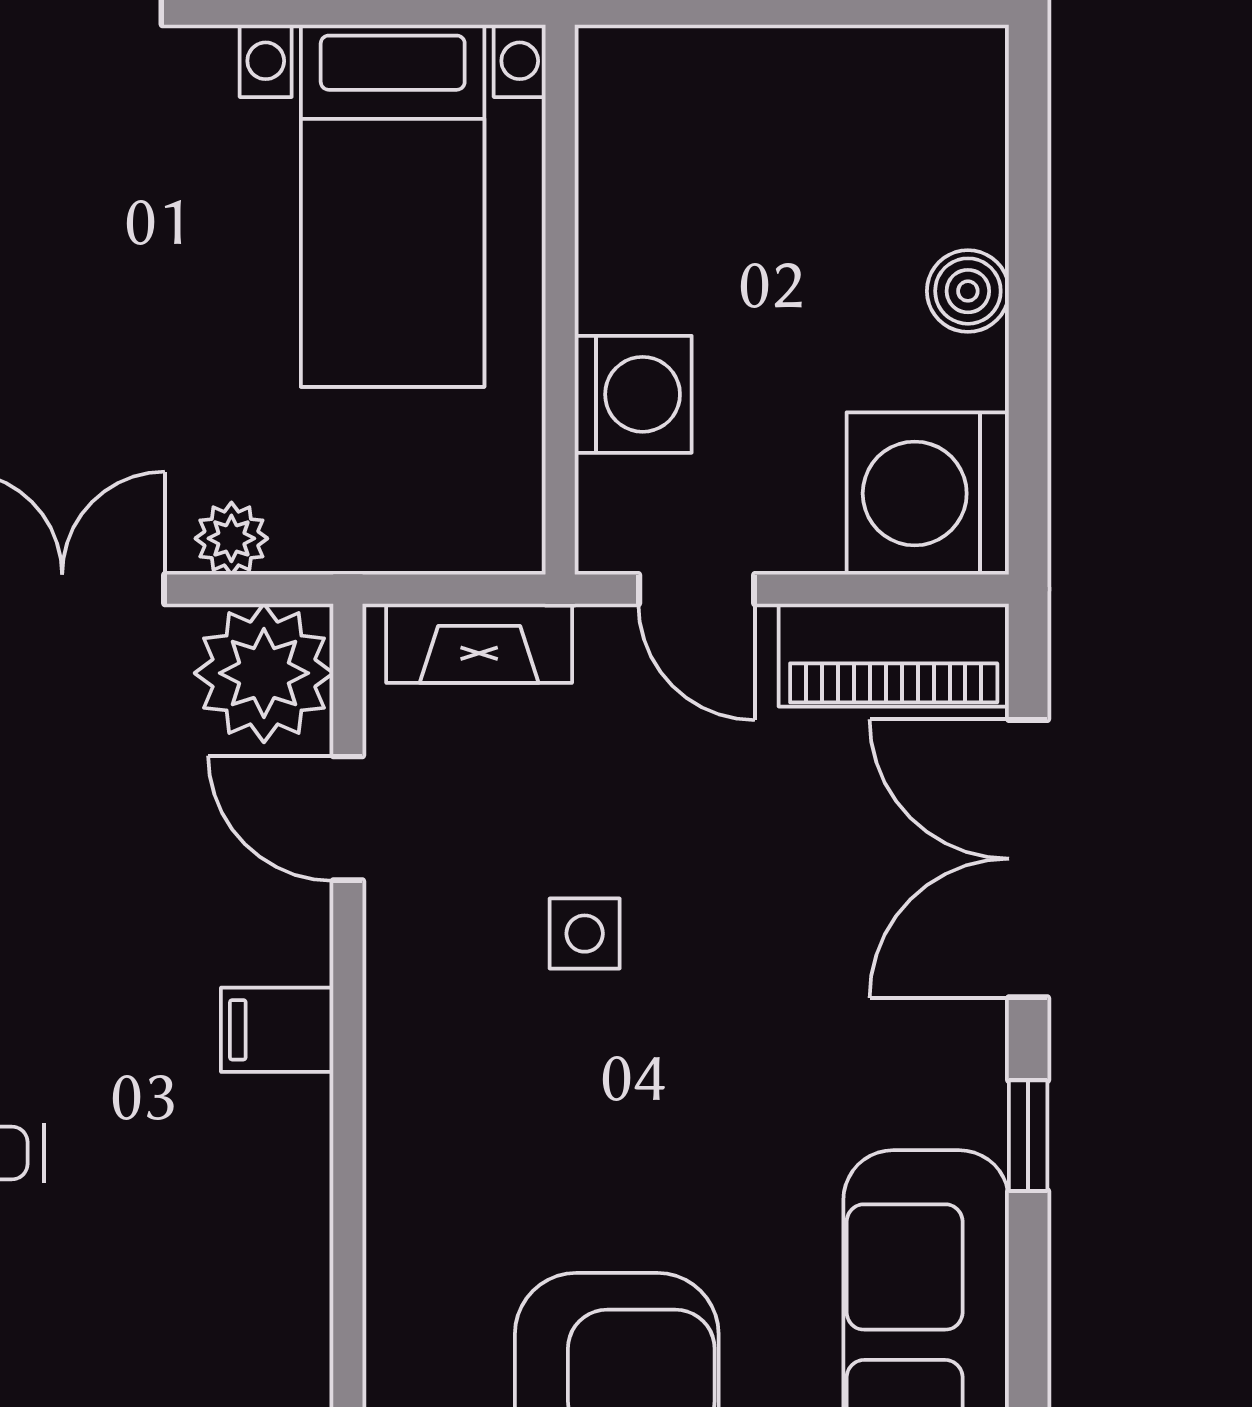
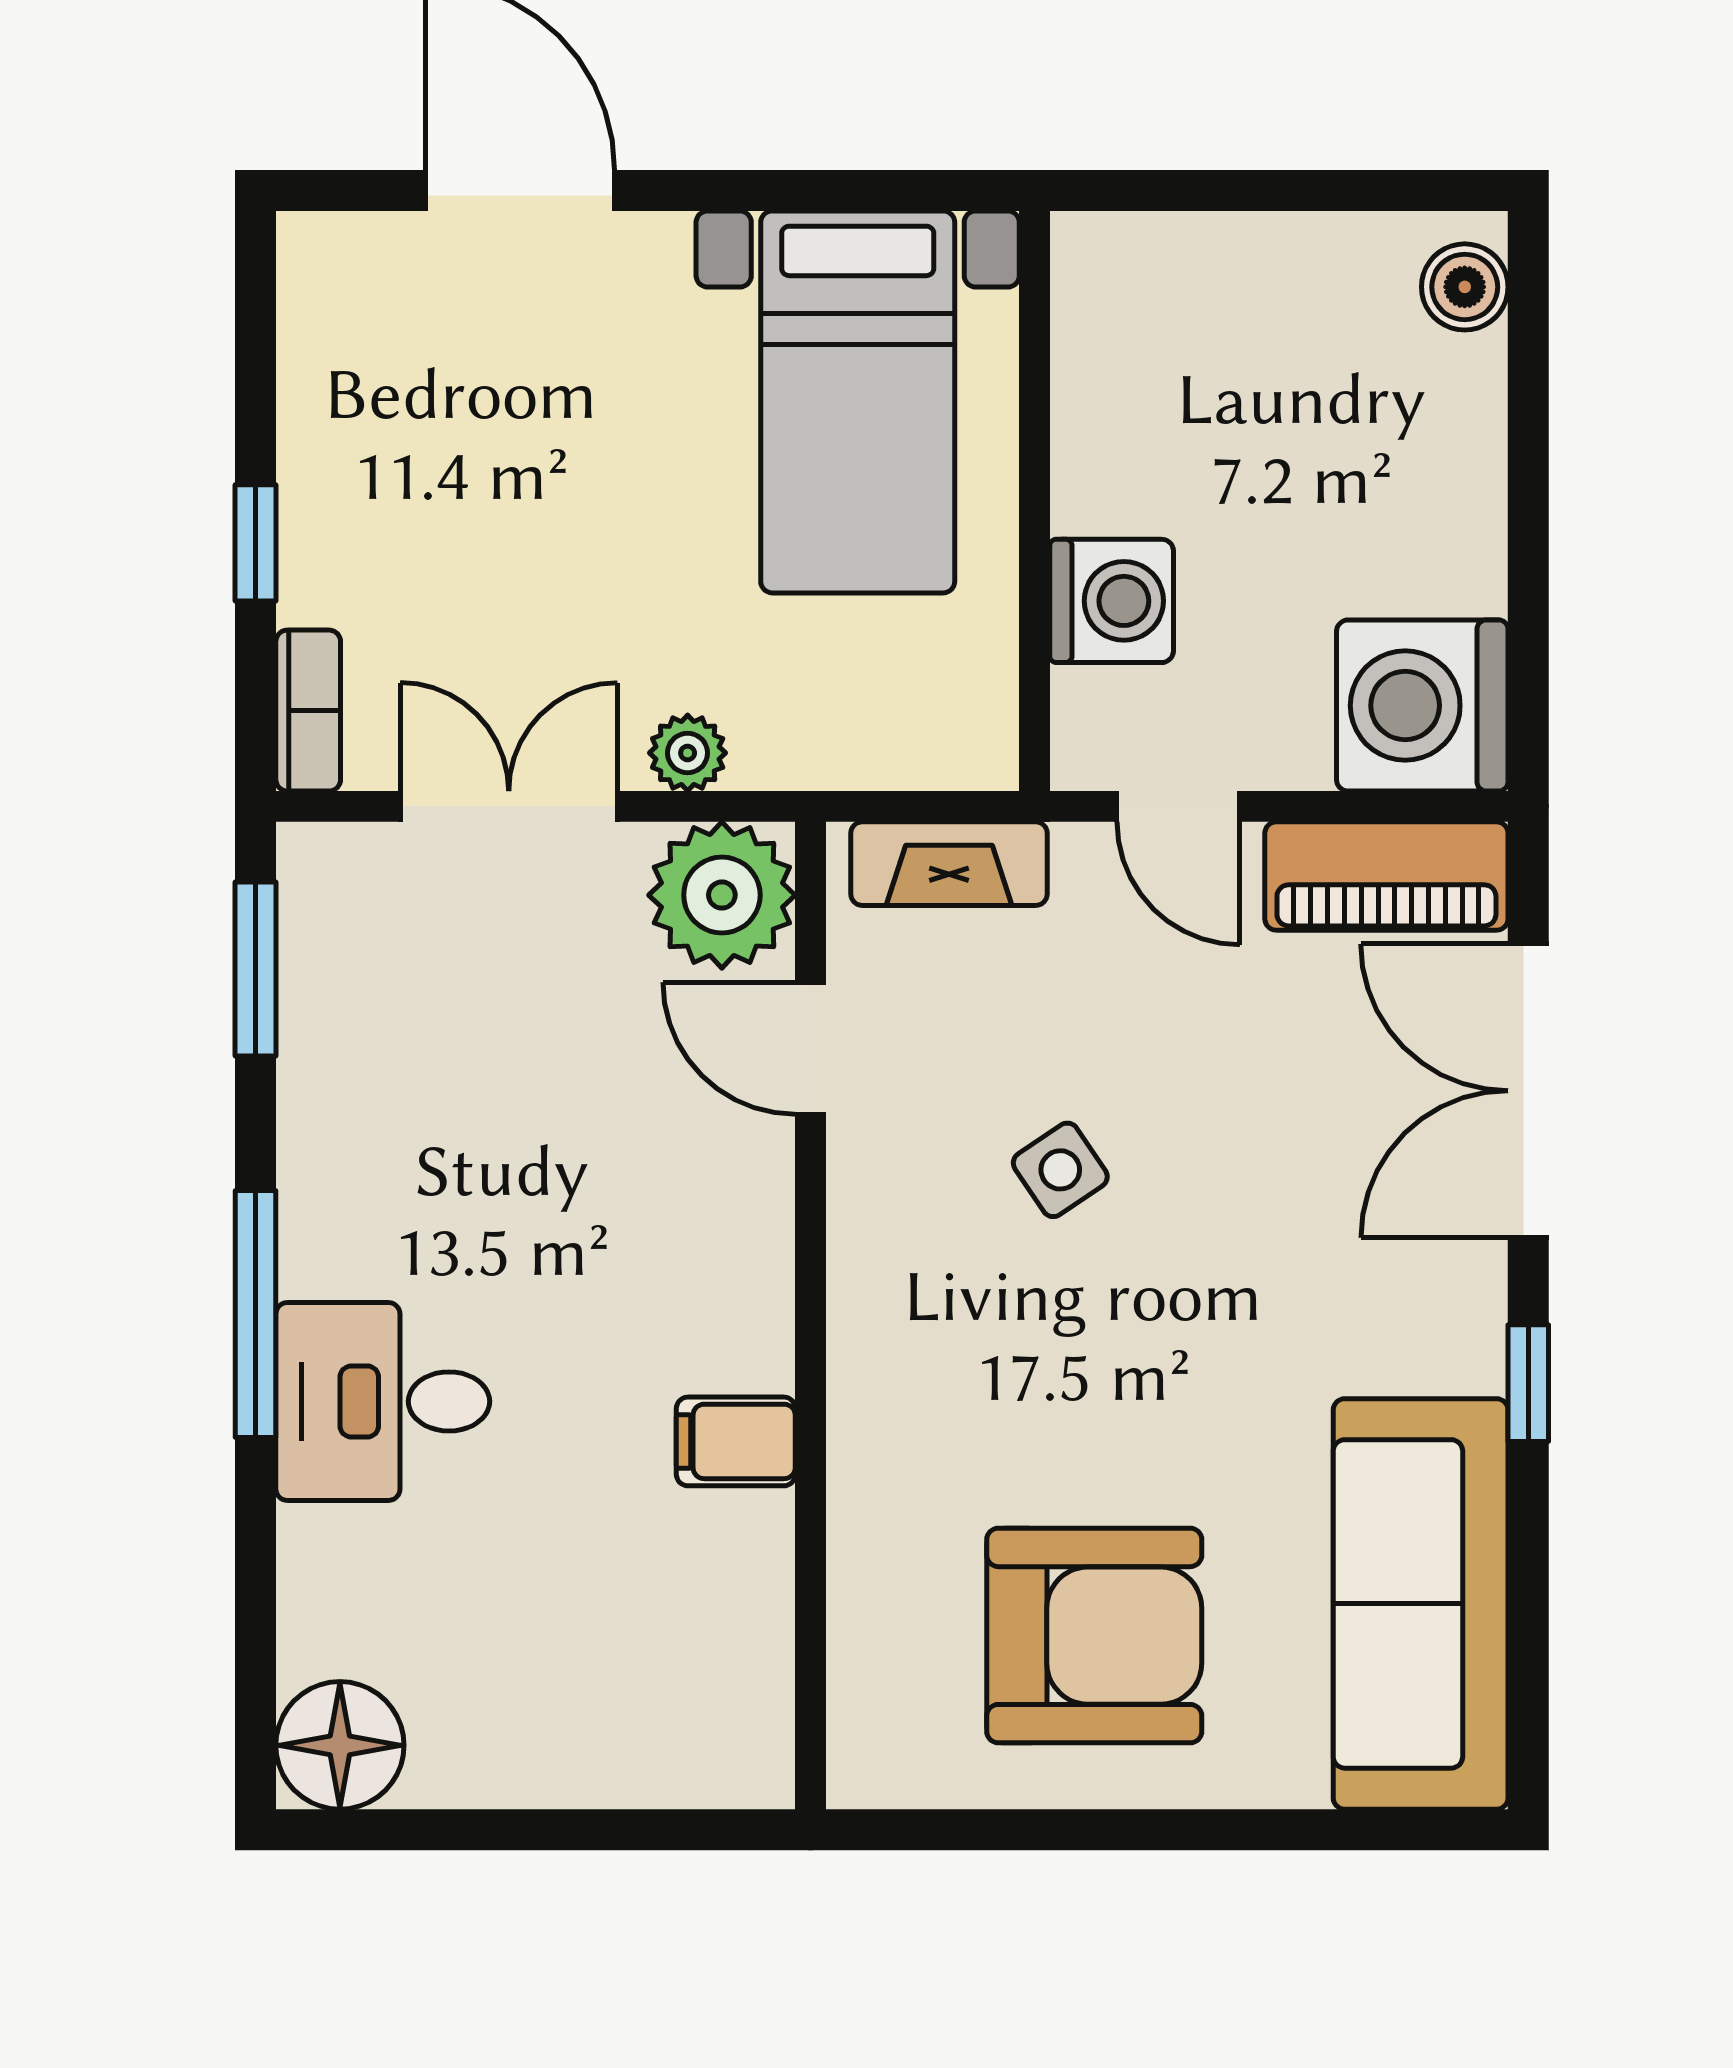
boiler: (968, 291) -> (1465, 287), moved
side table: (585, 934) -> (1060, 1170), turned -34
filing cabinet: (277, 1030) -> (736, 1441), moved

